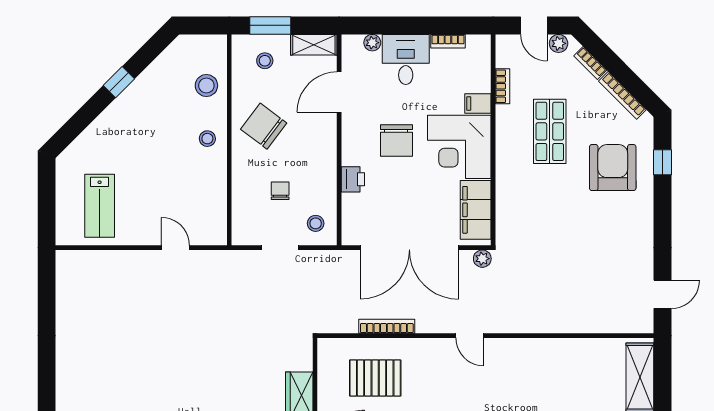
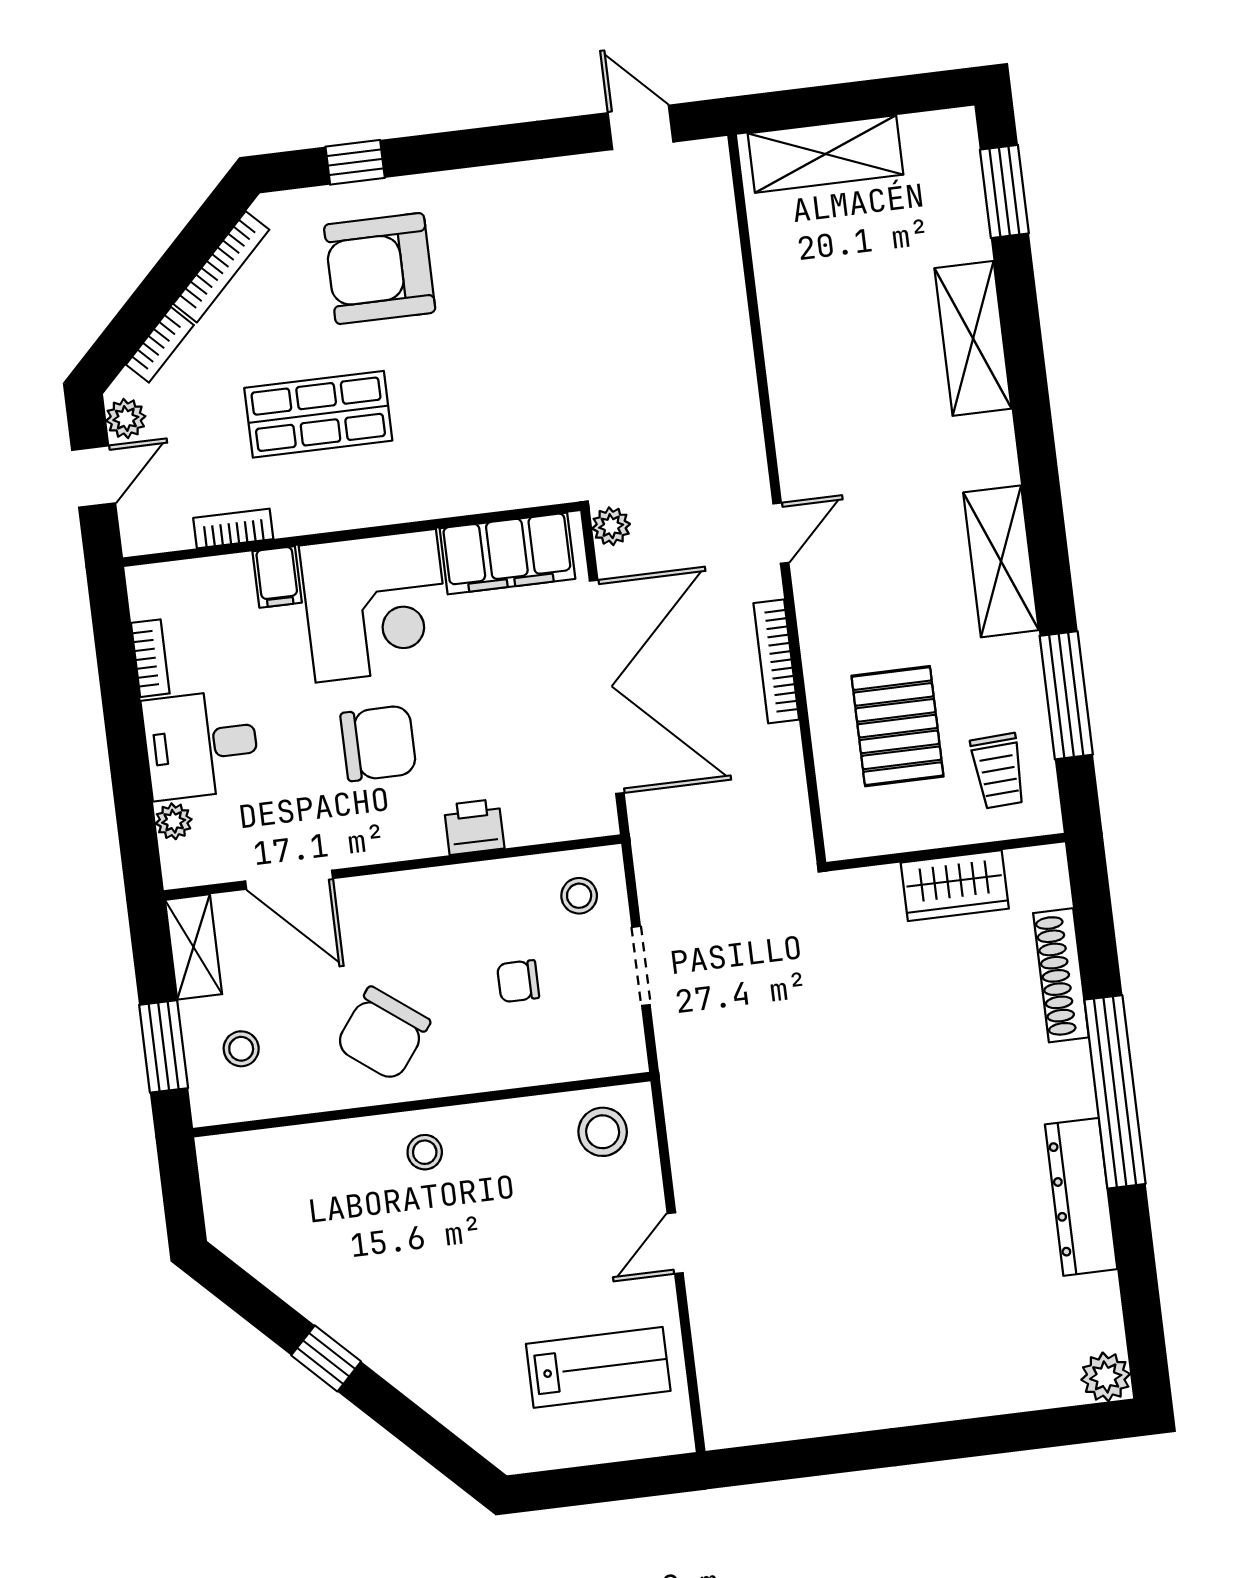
stool: (206, 85) -> (603, 1132), moved
door: (175, 248) -> (675, 1243), moved
bookcase: (387, 326) -> (776, 661), moved

